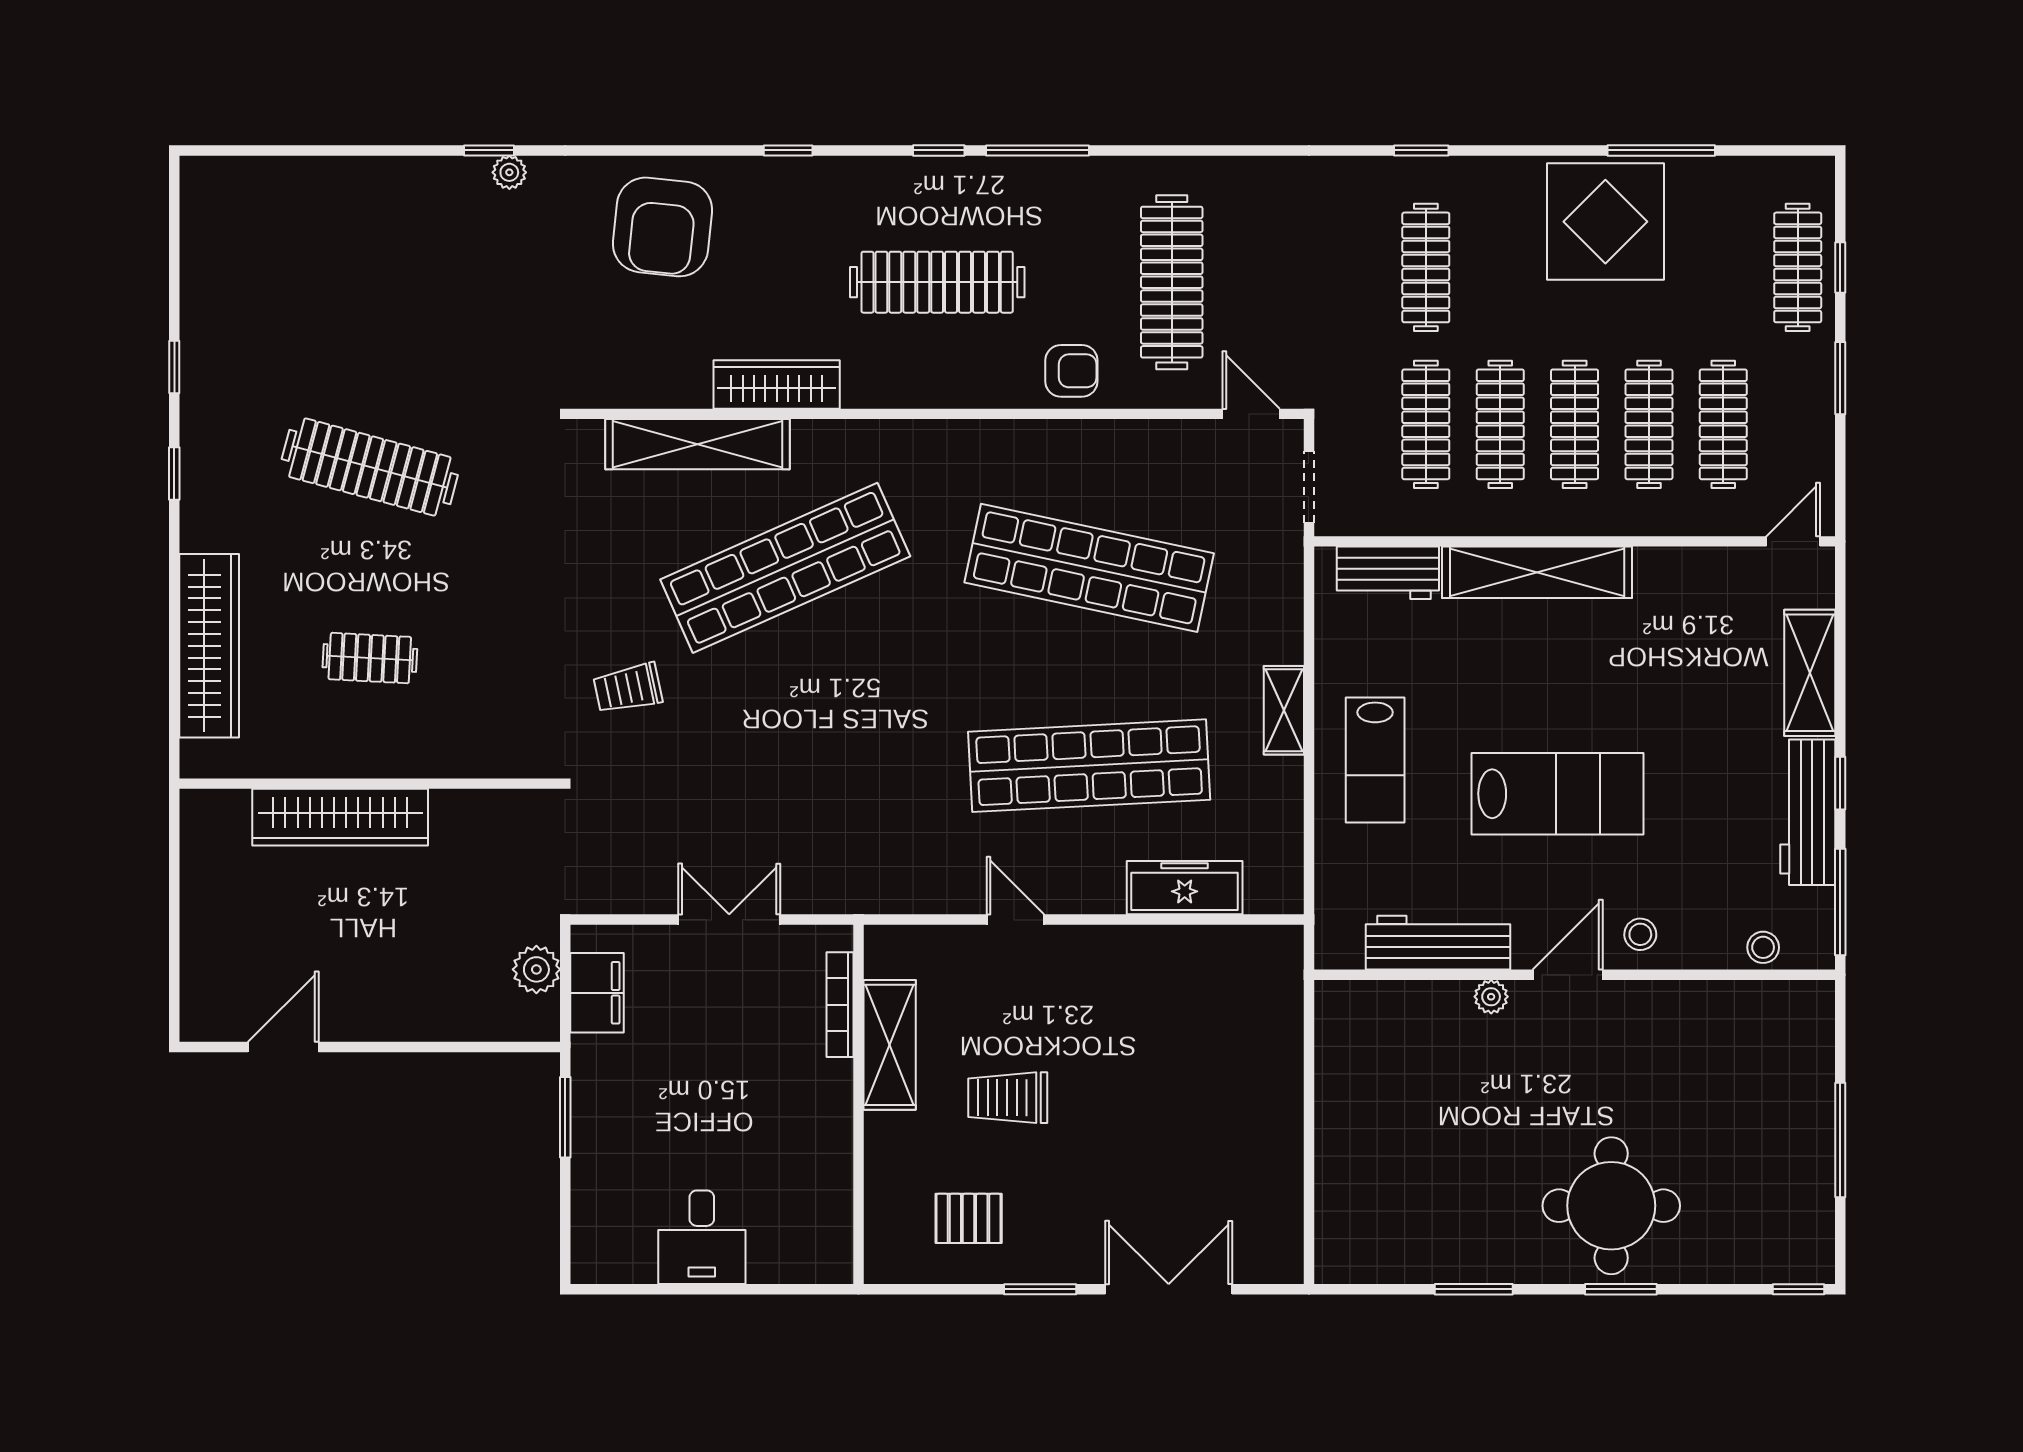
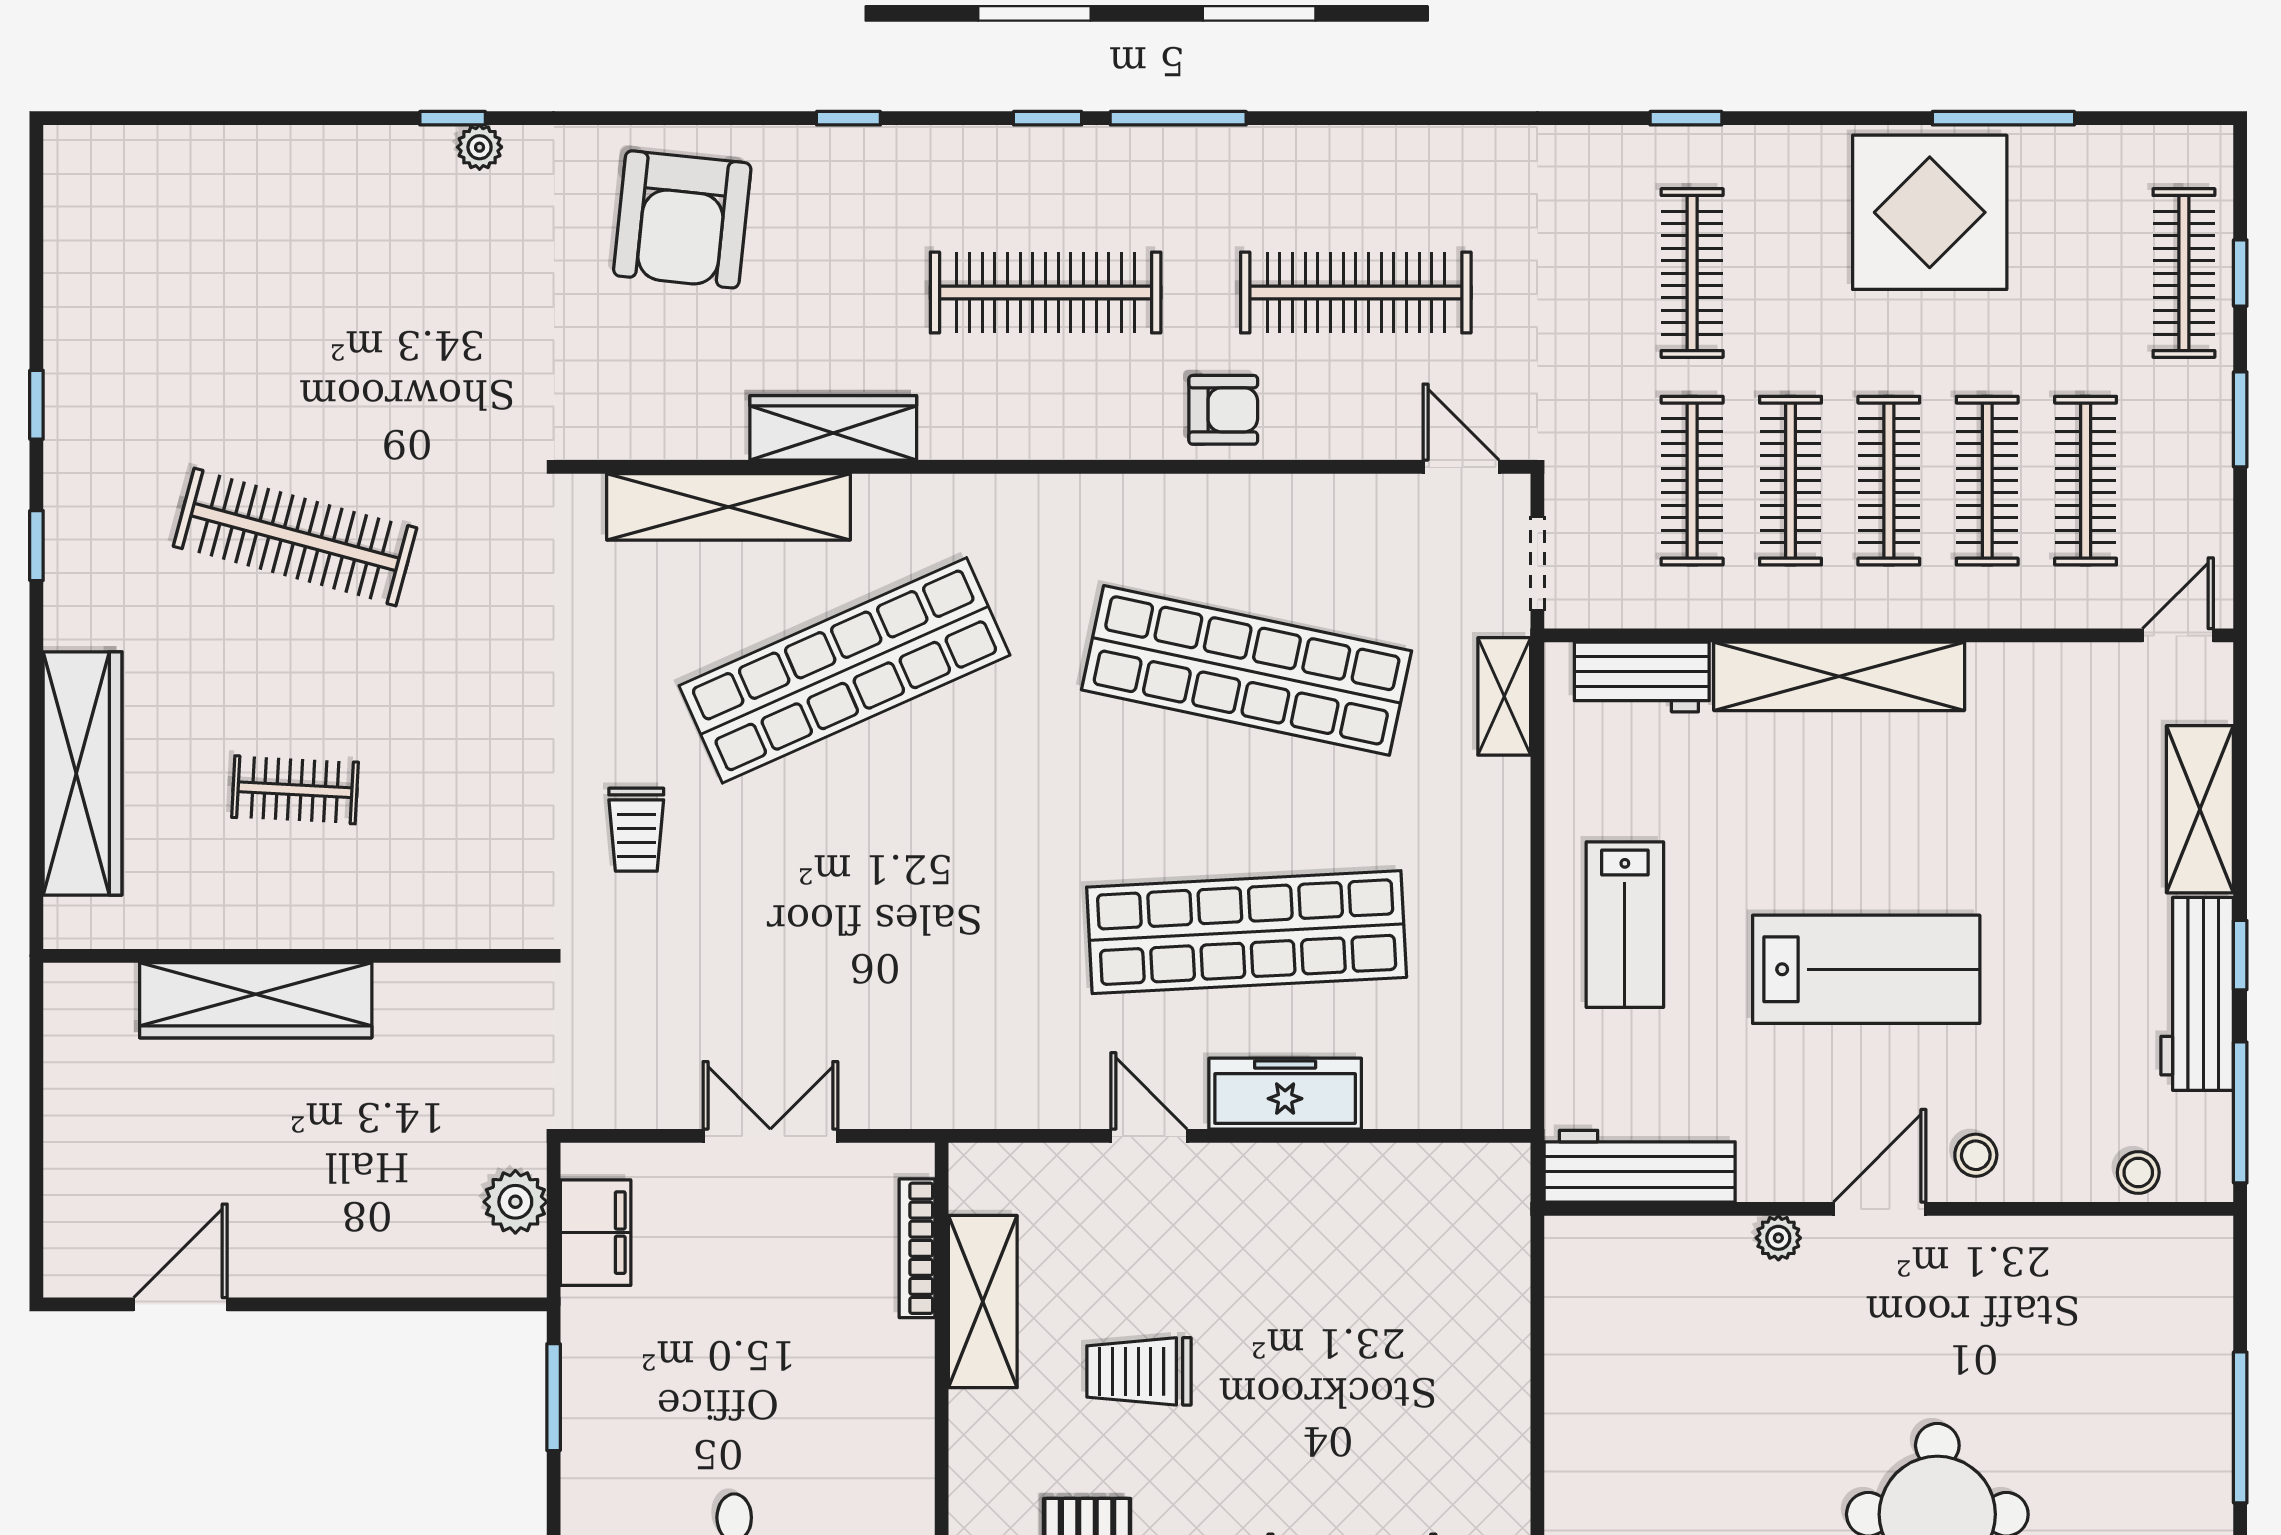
clothes rail: (1172, 282) -> (1356, 292), turned 90
trolley: (628, 688) -> (636, 830), turned -78
shelving: (1284, 710) -> (1504, 696), moved
freezer: (1185, 888) -> (1285, 1094), moved
workbench: (1438, 943) -> (1640, 1166), moved

